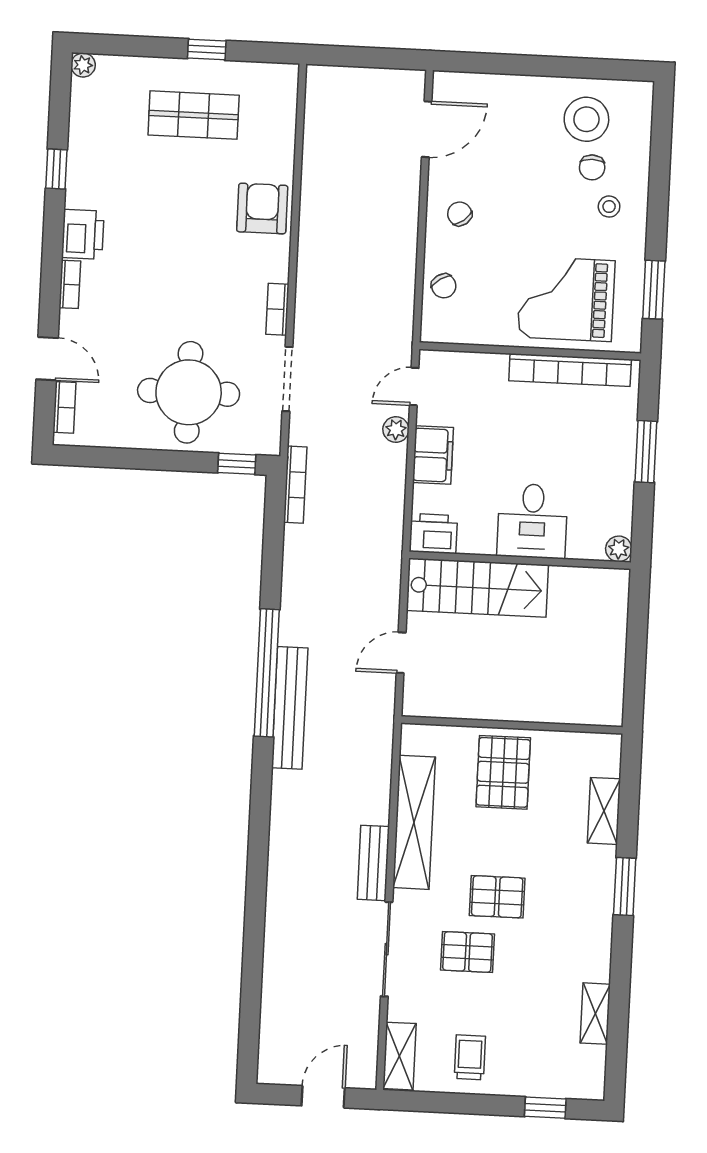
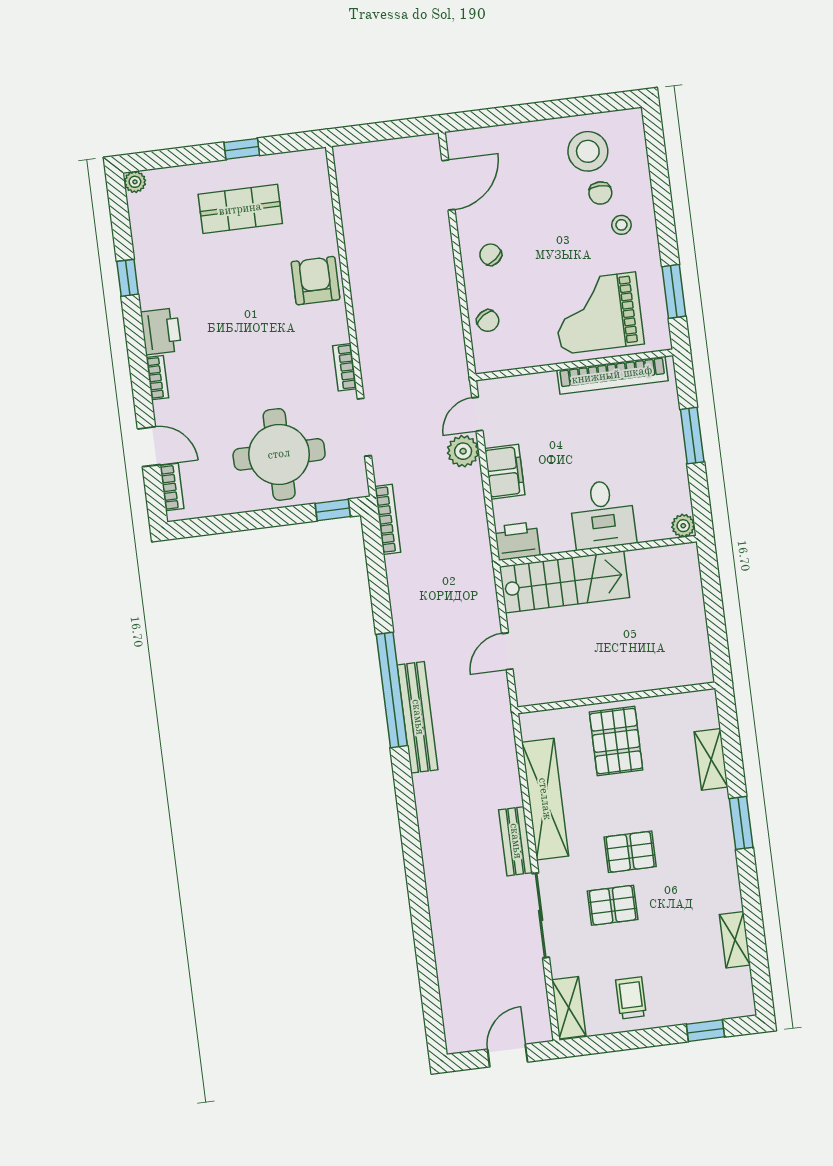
plant: (396, 429) -> (463, 451), width x1.38, depth x1.38

